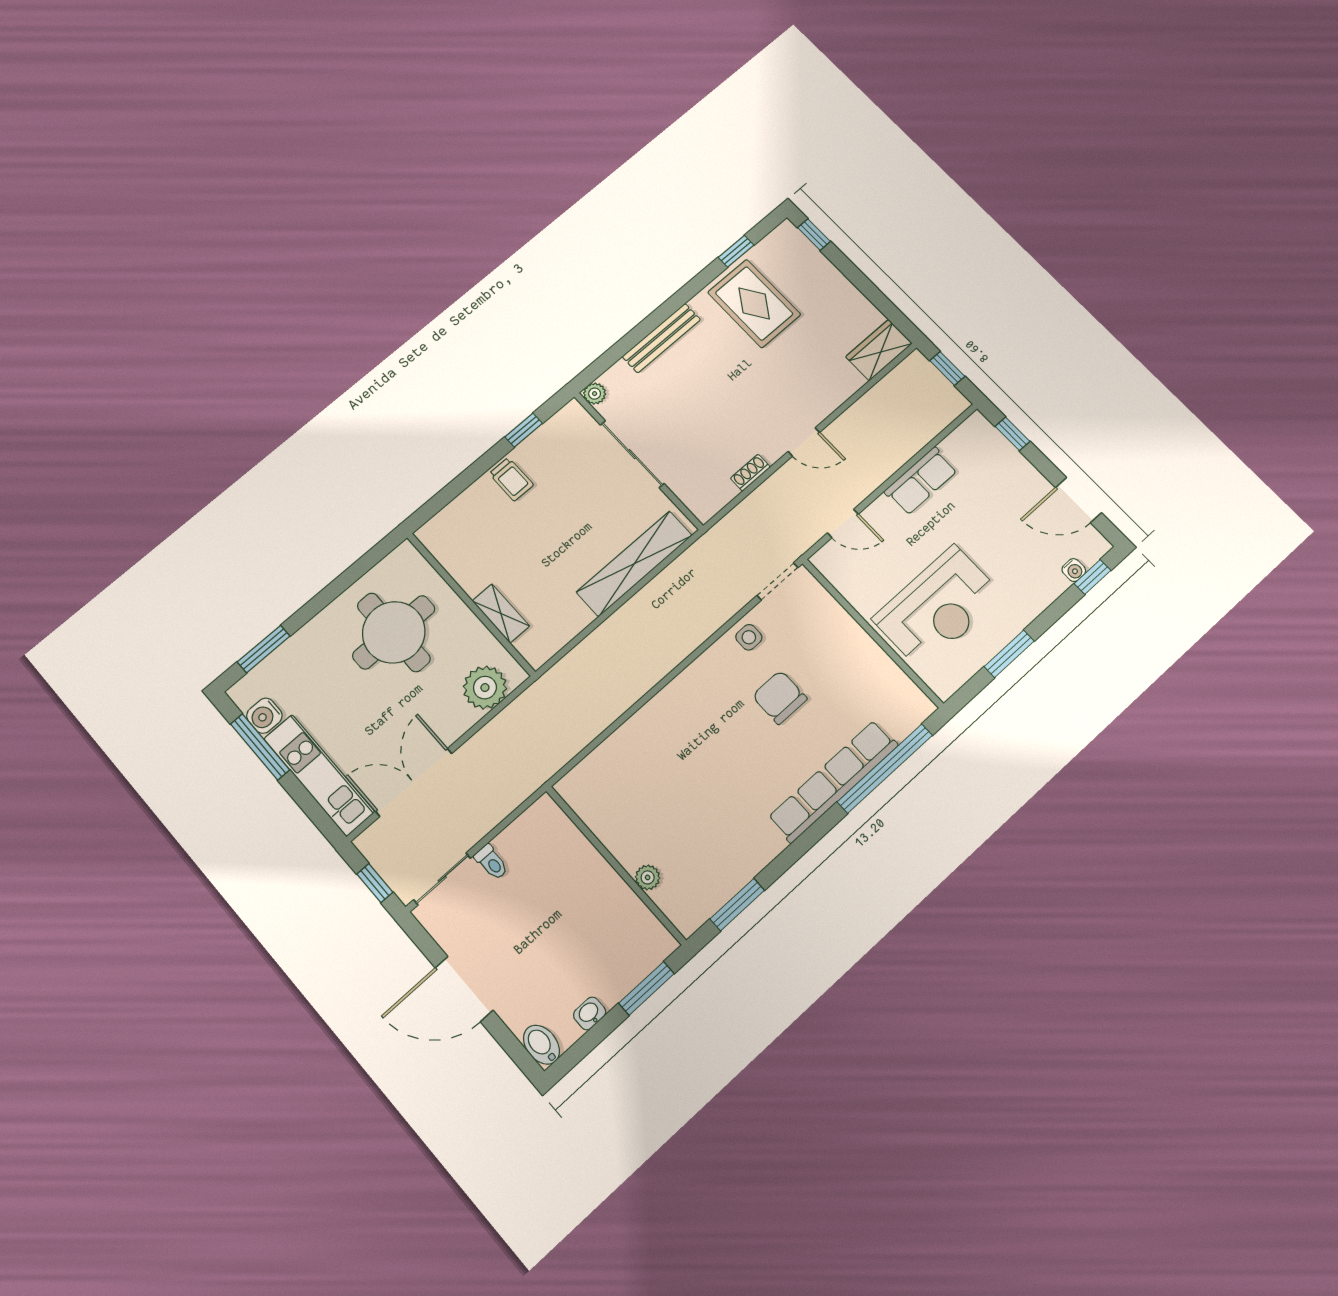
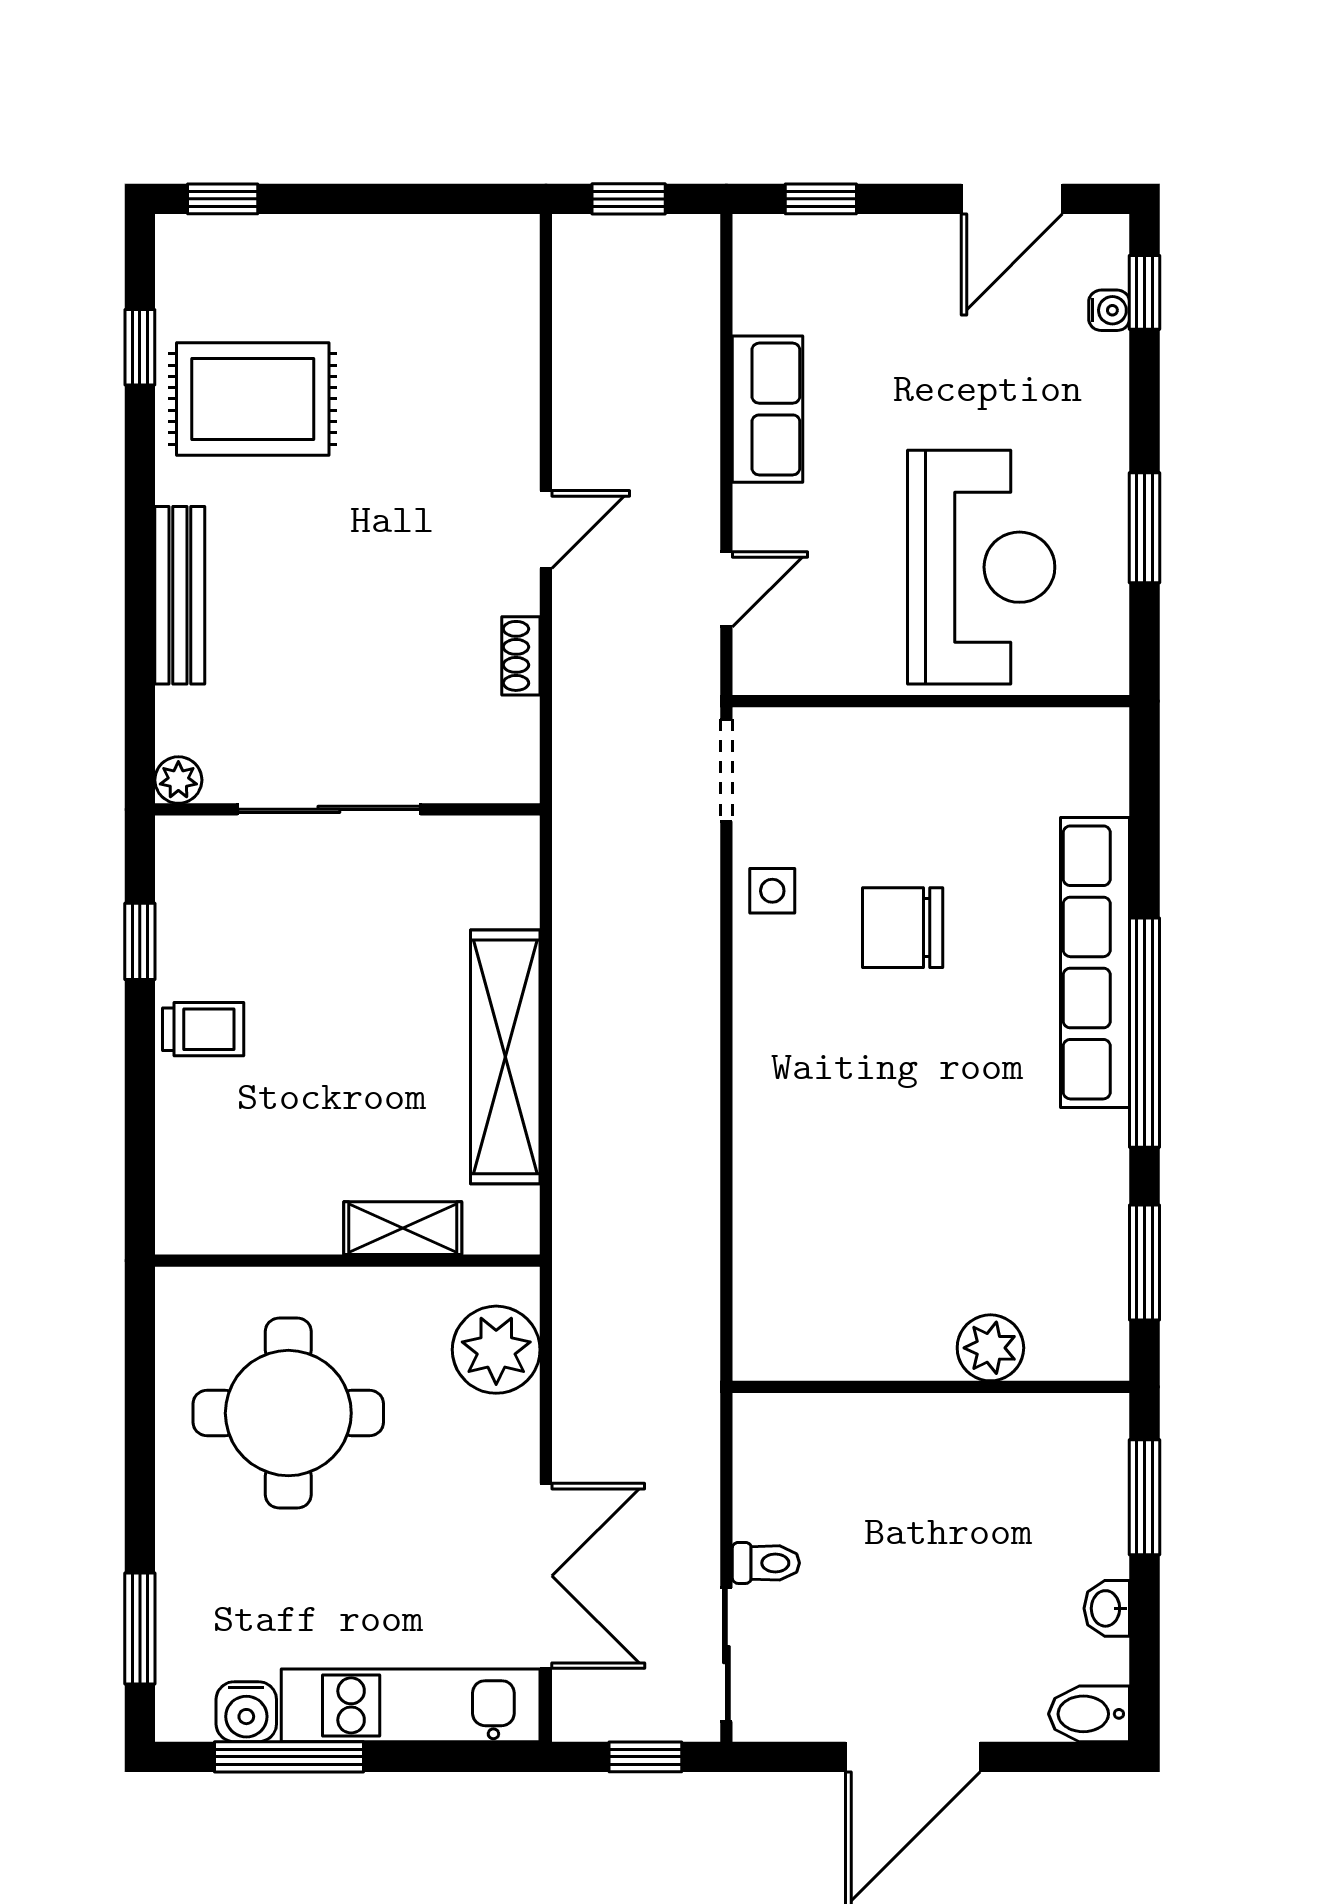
wardrobe: (879, 350) -> (504, 276), removed
shelving: (634, 564) -> (505, 1057), moved
window: (885, 768) -> (1145, 1033), moved
double door: (414, 782) -> (546, 1576), swing flipped
plant: (648, 877) -> (990, 1348), width x1.38, depth x1.38

